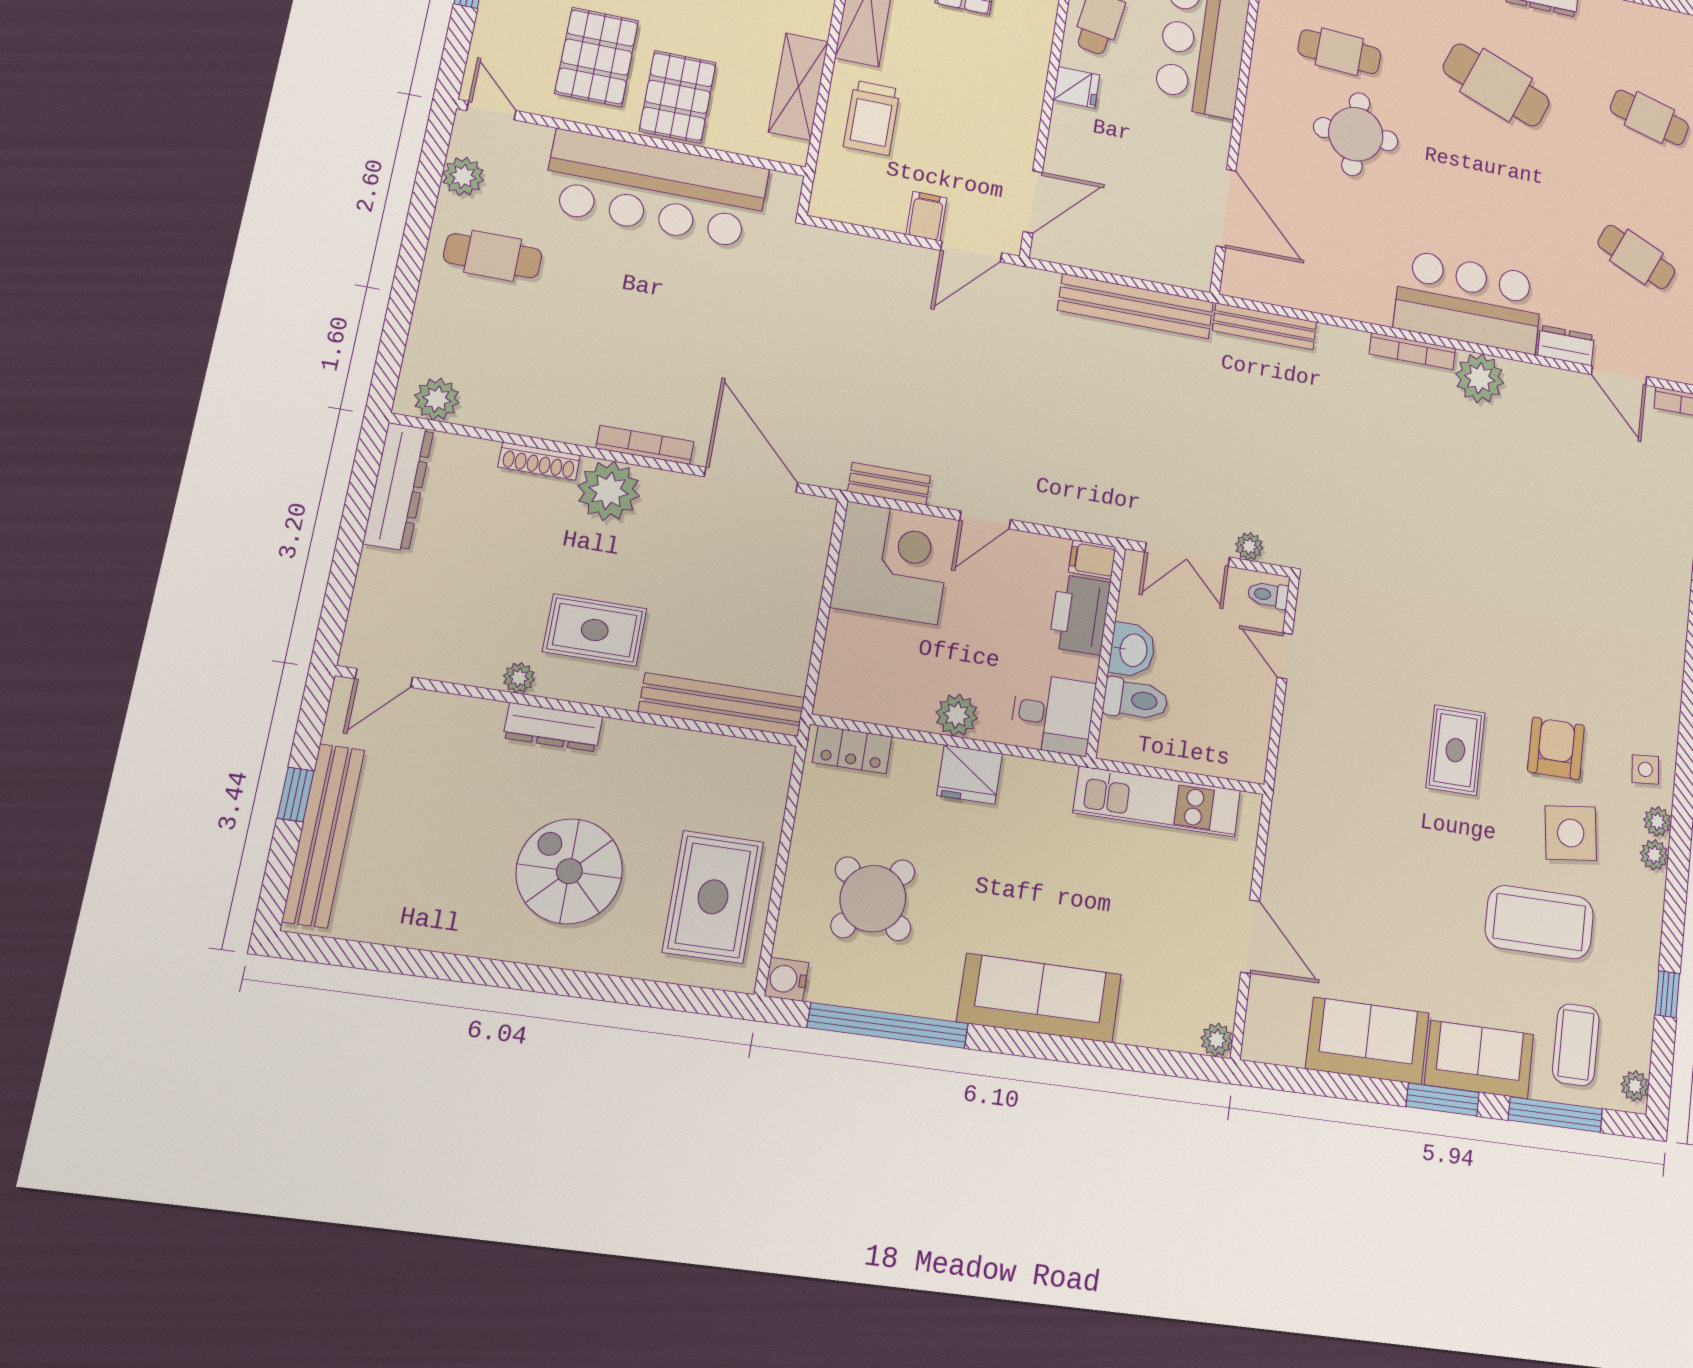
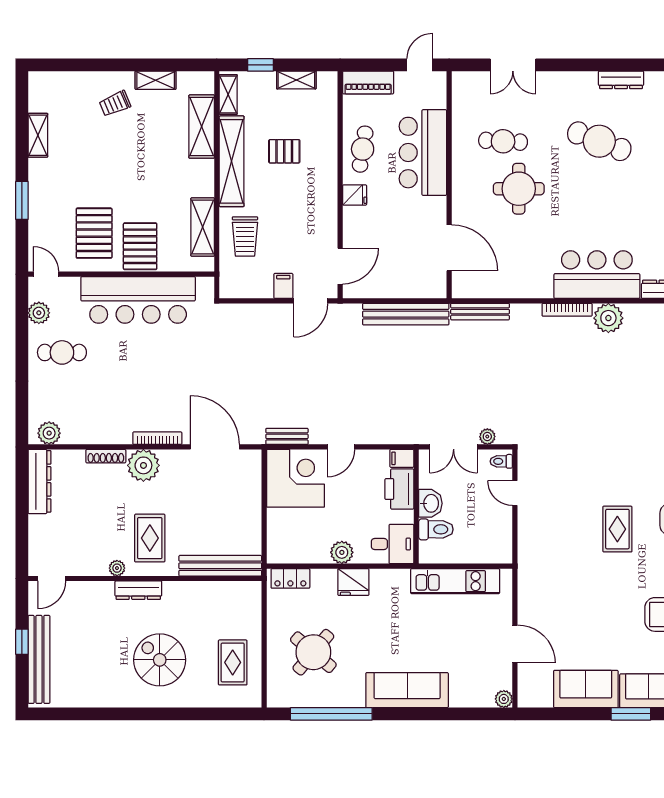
rug: (595, 630) -> (150, 538), turned 90
rug: (713, 897) -> (233, 662), width x0.73, depth x0.70
water cooler: (787, 979) -> (276, 698), removed

